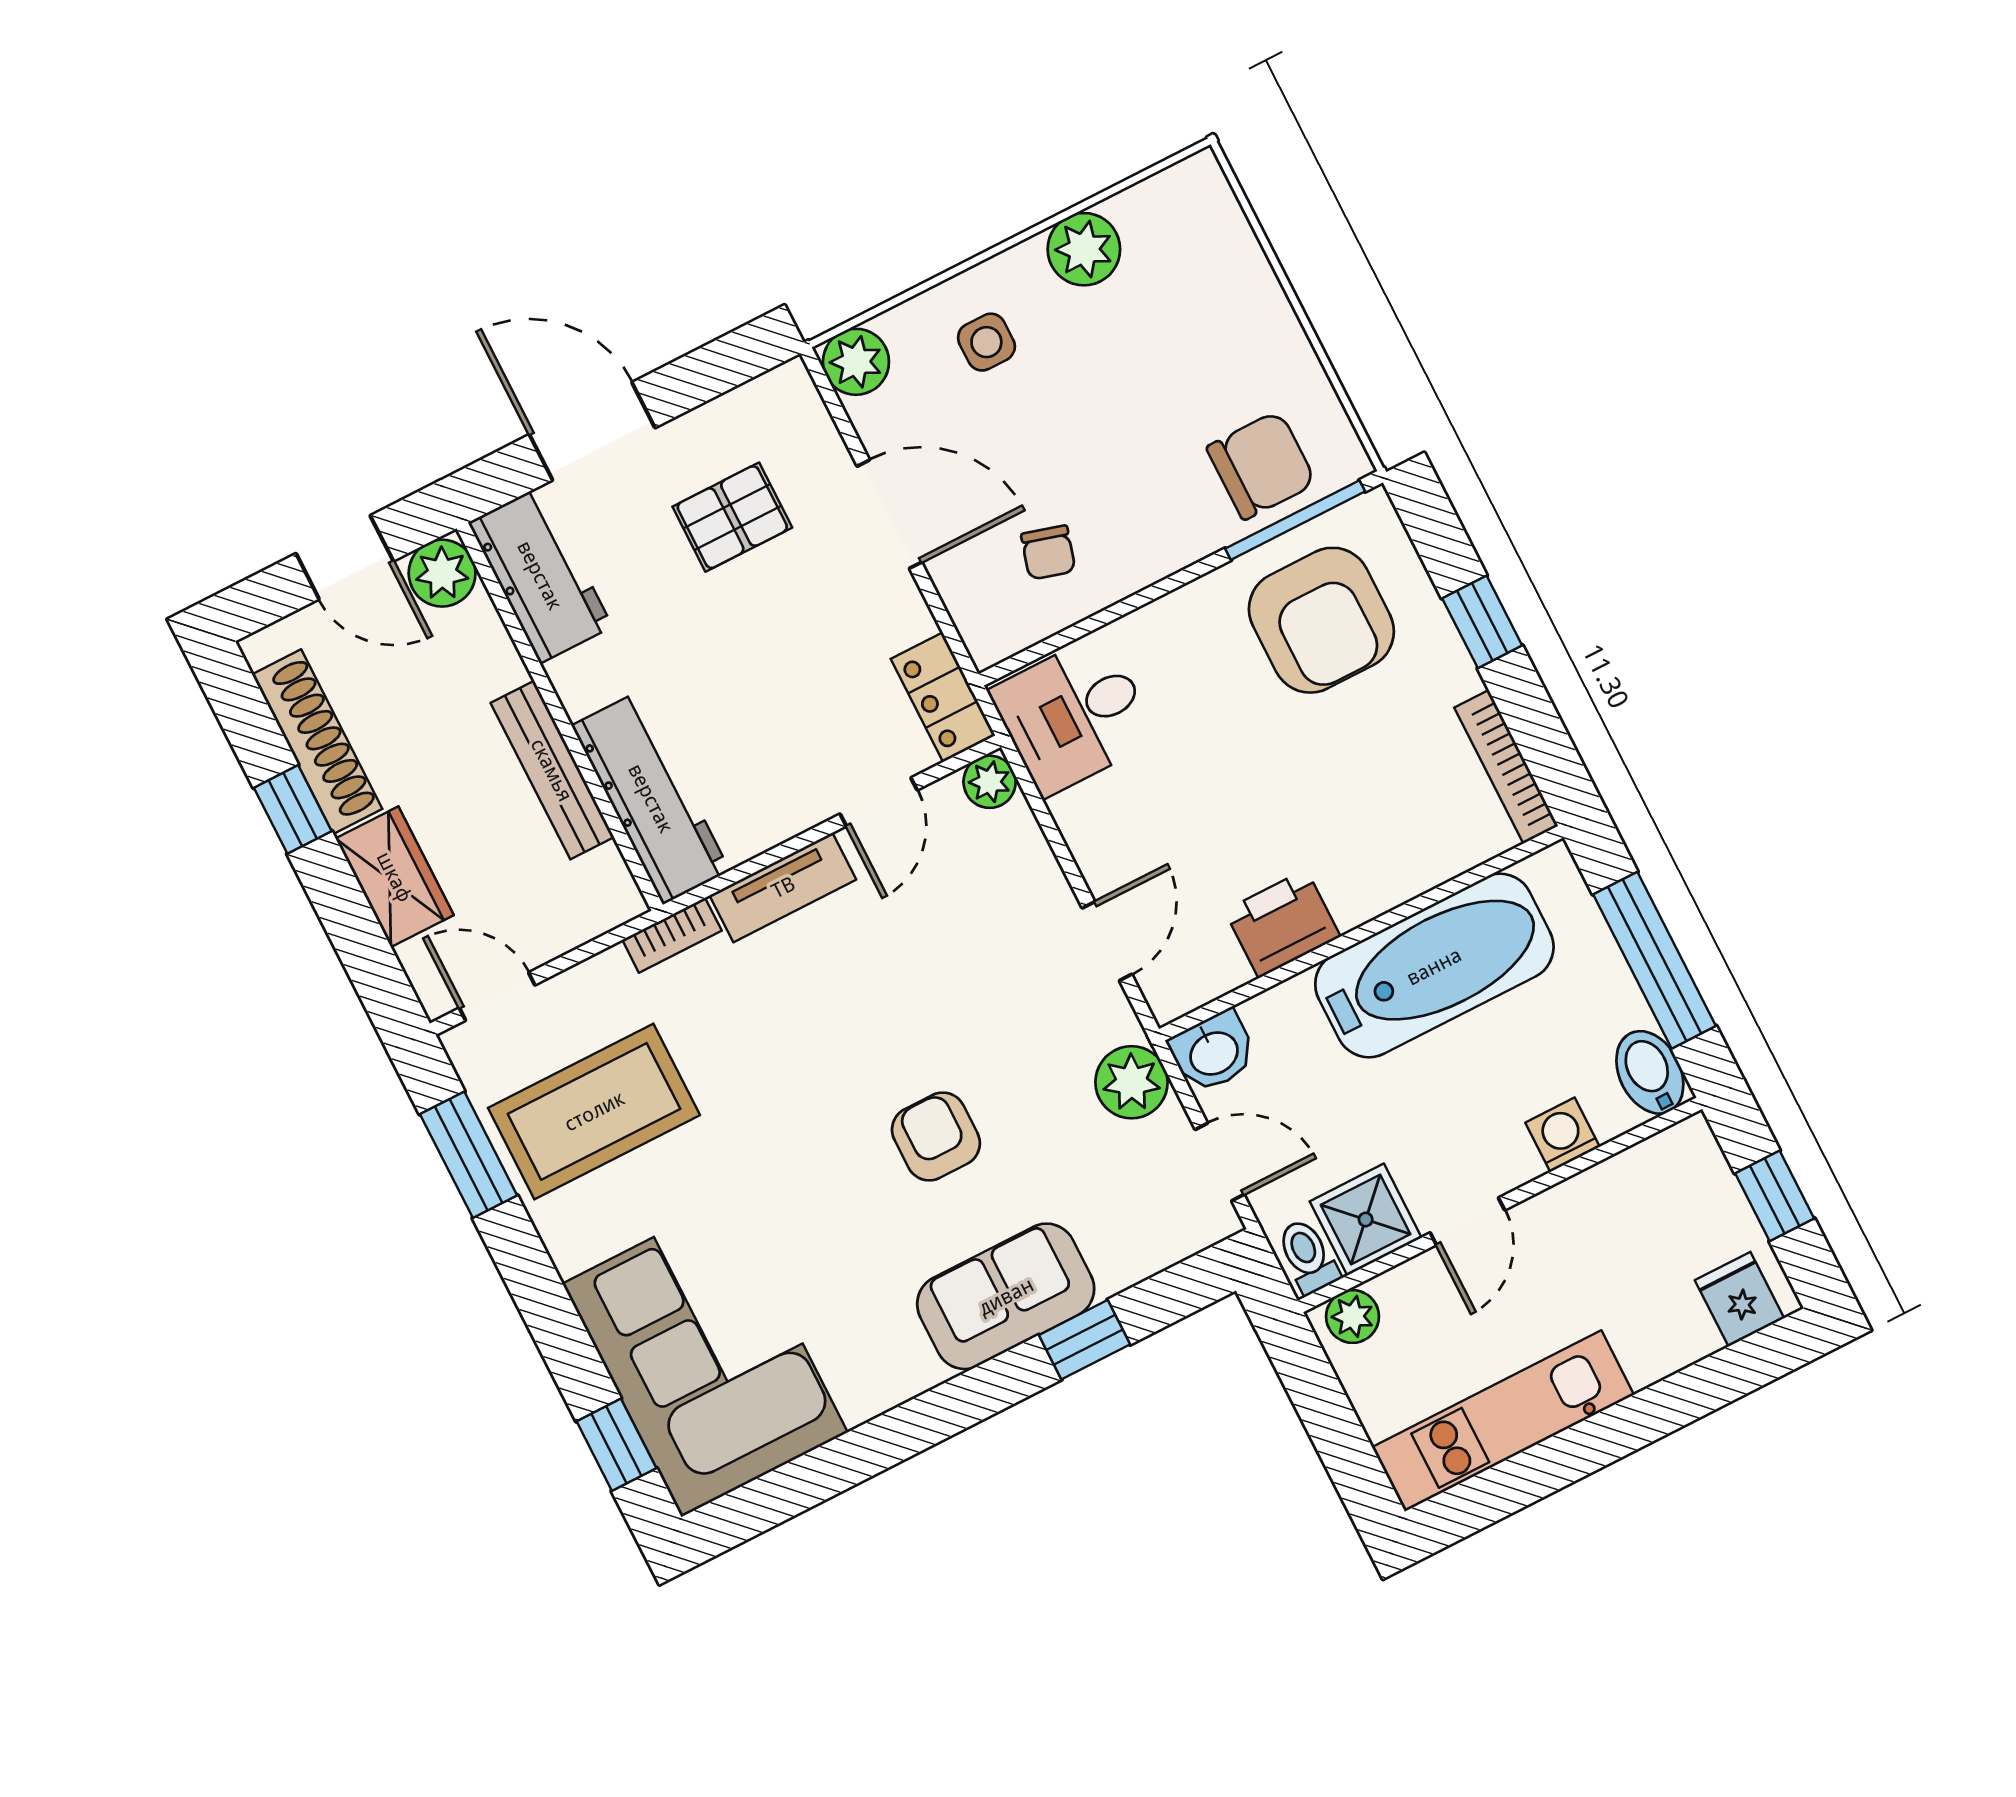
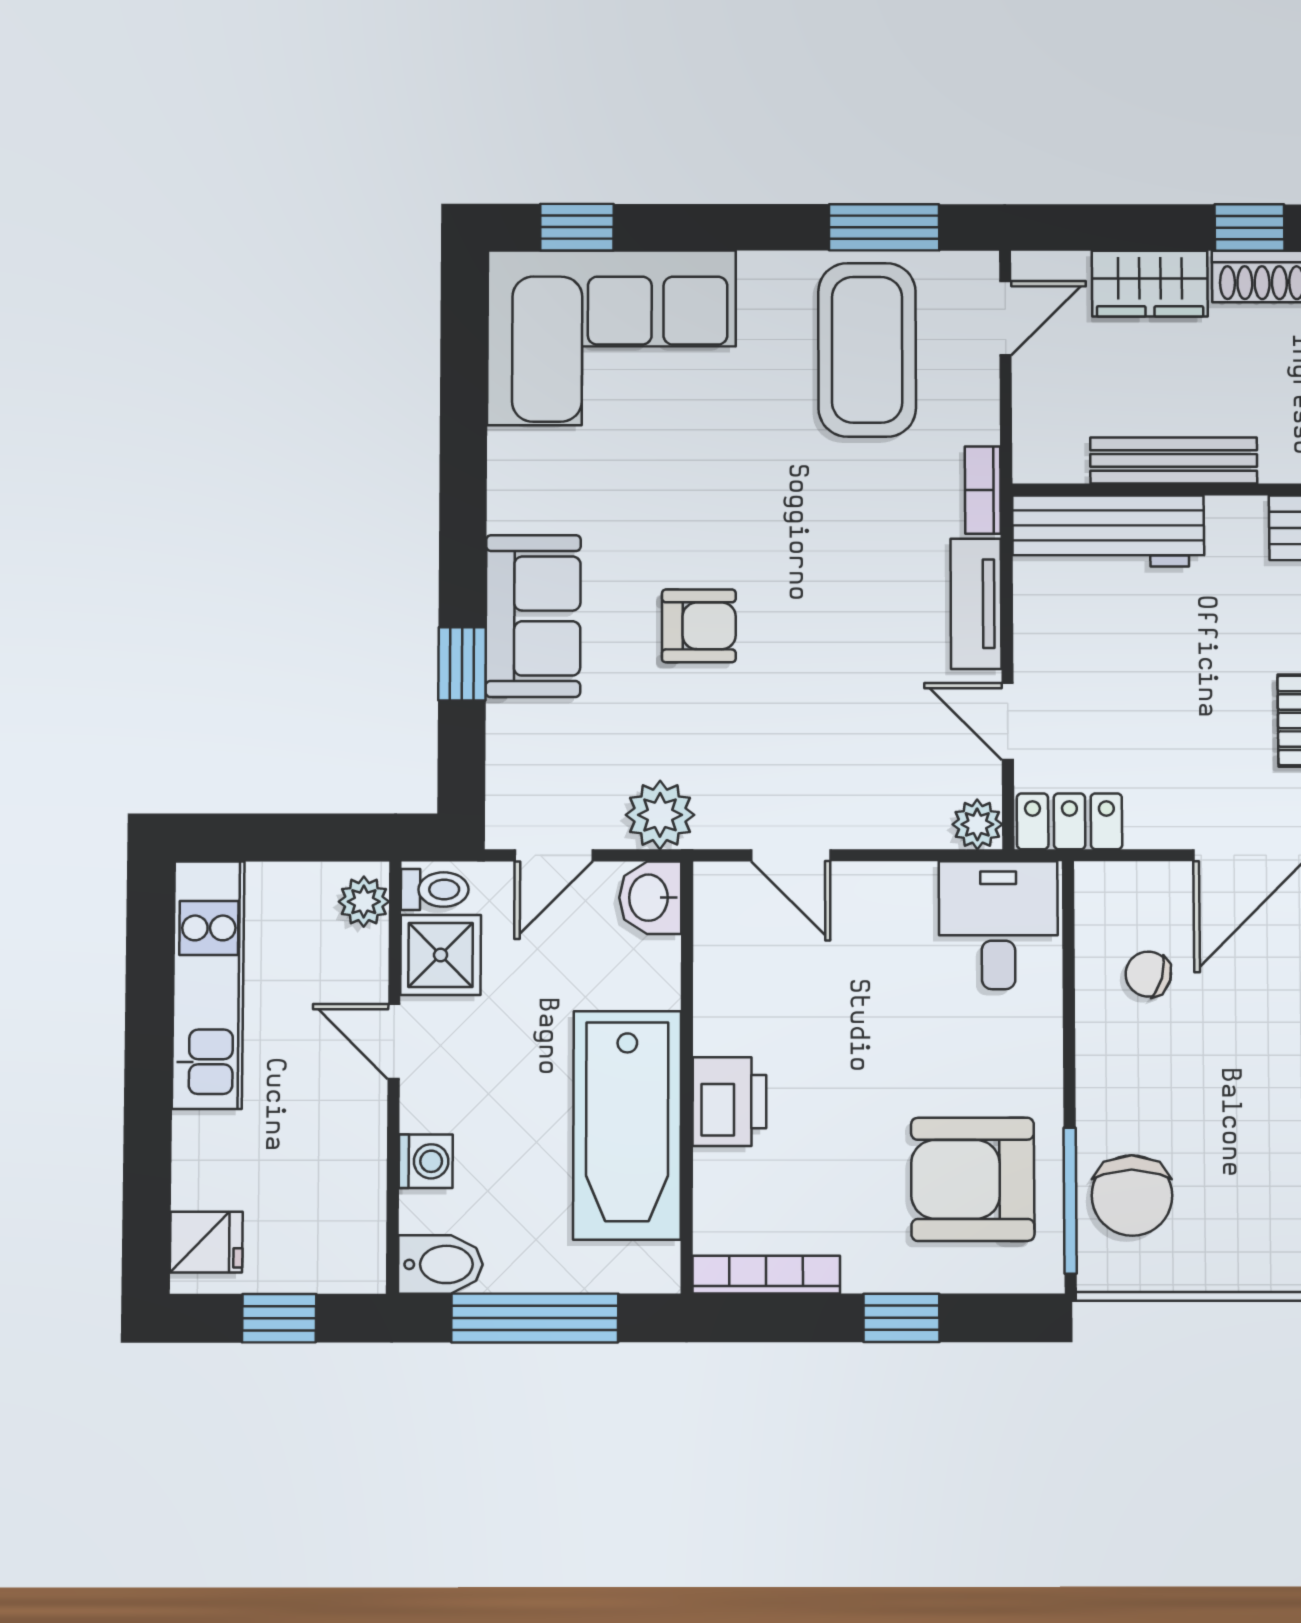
printer: (1282, 924) -> (729, 1102), moved

